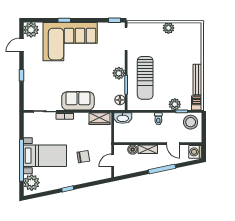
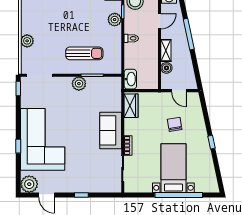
plant: (168, 28) -> (27, 41), moved
sun lounger: (145, 78) -> (84, 53), width x0.73, depth x0.75
floor lamp: (120, 100) -> (110, 82), removed
plant: (32, 183) -> (204, 184), removed

